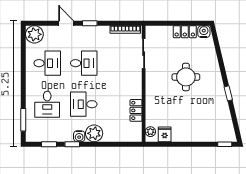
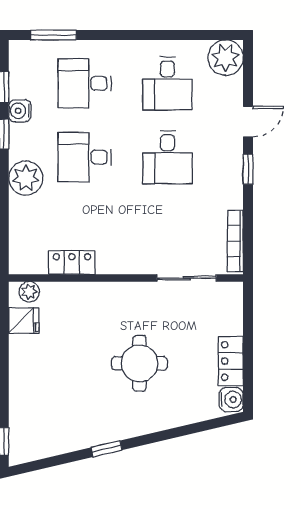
desk: (84, 104) -> (85, 157), turned -90
water cooler: (79, 136) -> (20, 111), moved

